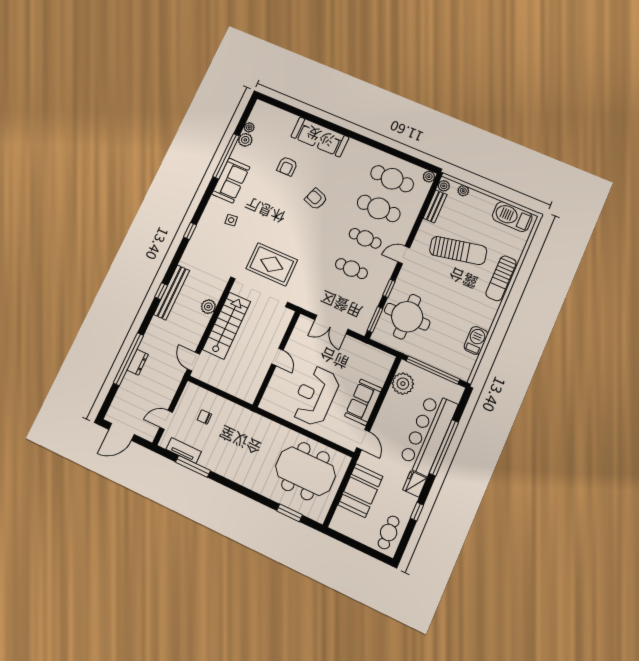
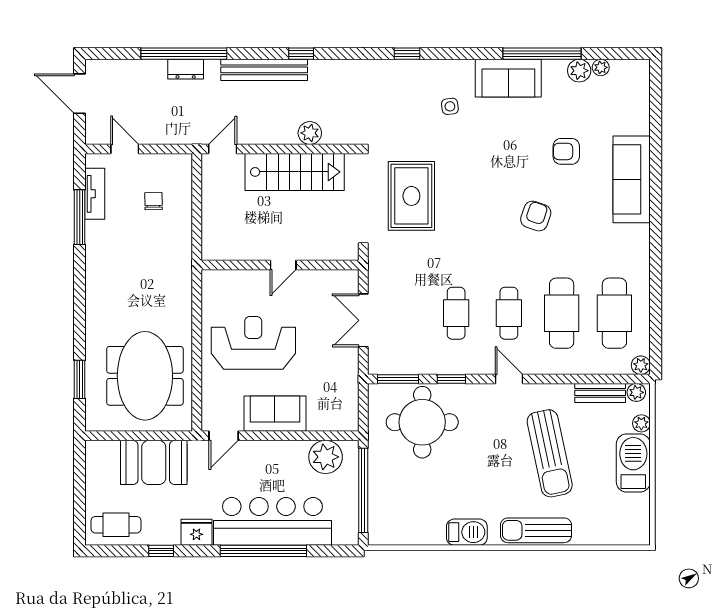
barbecue: (512, 217) -> (633, 463), moved
bench: (172, 292) -> (264, 70), moved
barbecue: (476, 340) -> (467, 532), moved

